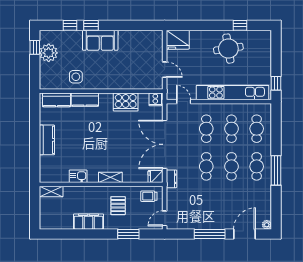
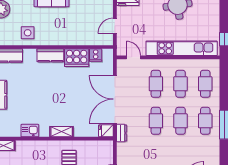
door: (165, 70) -> (115, 26), swing flipped
cooker: (155, 99) -> (96, 55), moved
kitchen counter: (85, 100) -> (50, 55), moved
trolley: (149, 196) -> (99, 150), removed

